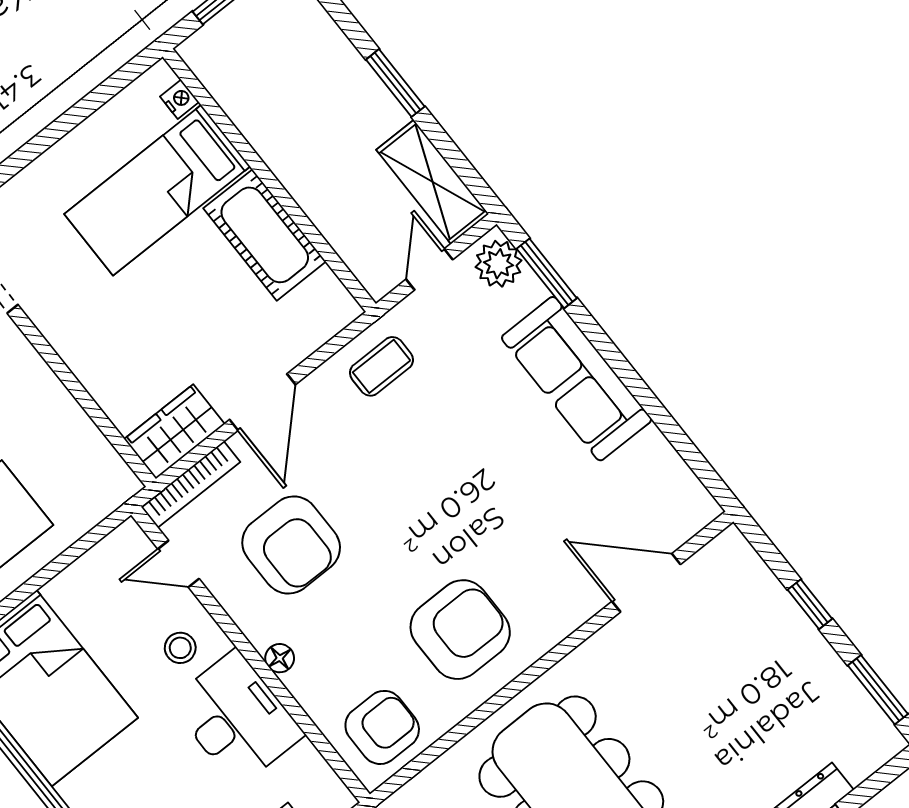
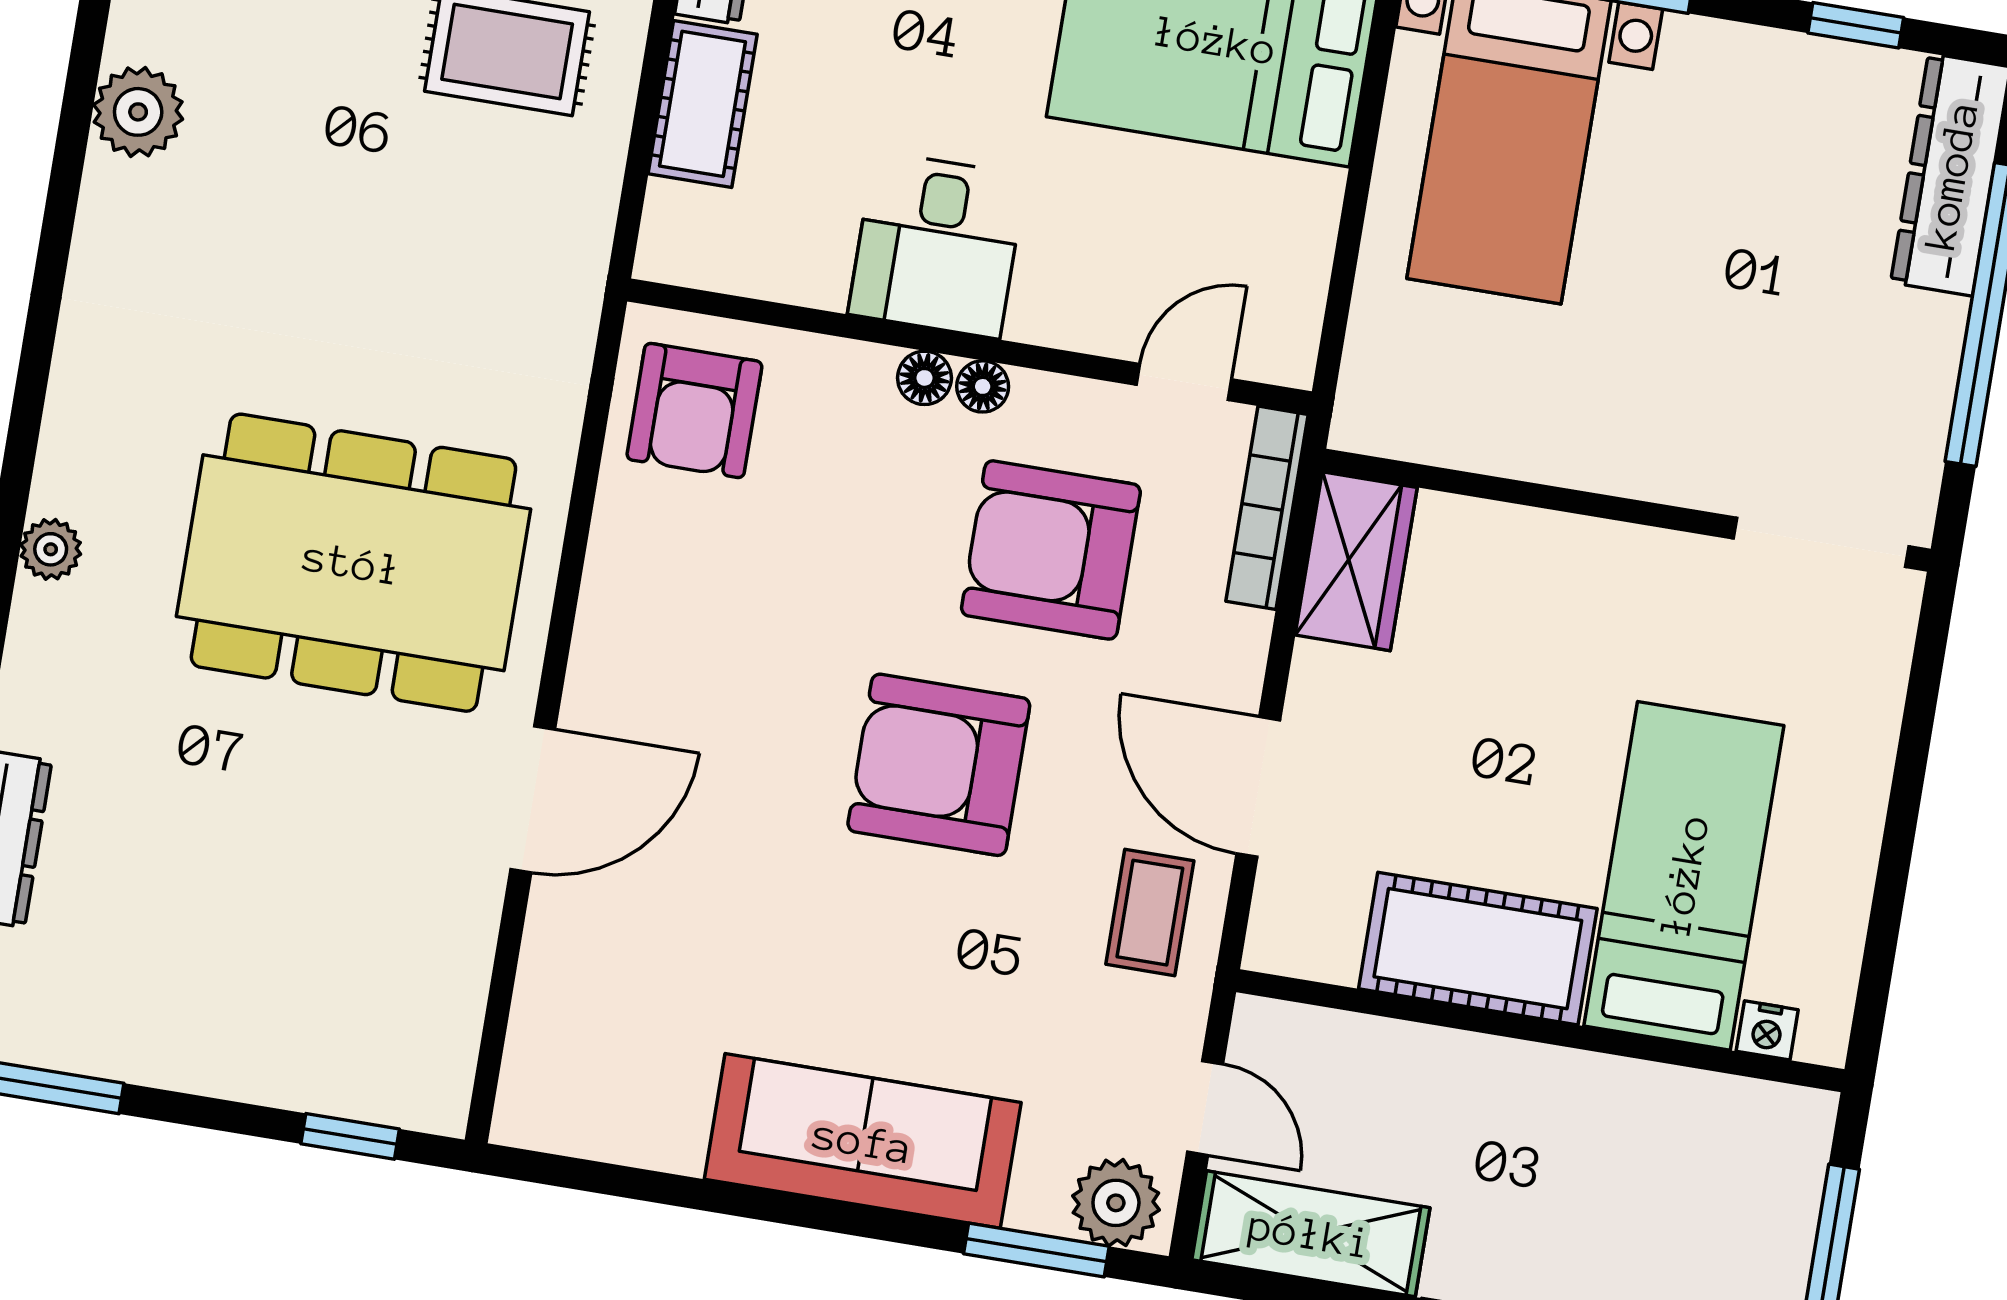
door: (262, 402) -> (1258, 787), moved
door: (646, 583) -> (533, 799), moved
window: (810, 604) -> (350, 1136), moved
armchair: (460, 630) -> (939, 765), moved, turned 90
floor lamp: (260, 634) -> (983, 386), added
stool: (180, 648) -> (1076, 267), removed
desk: (237, 718) -> (937, 245), width x0.73

